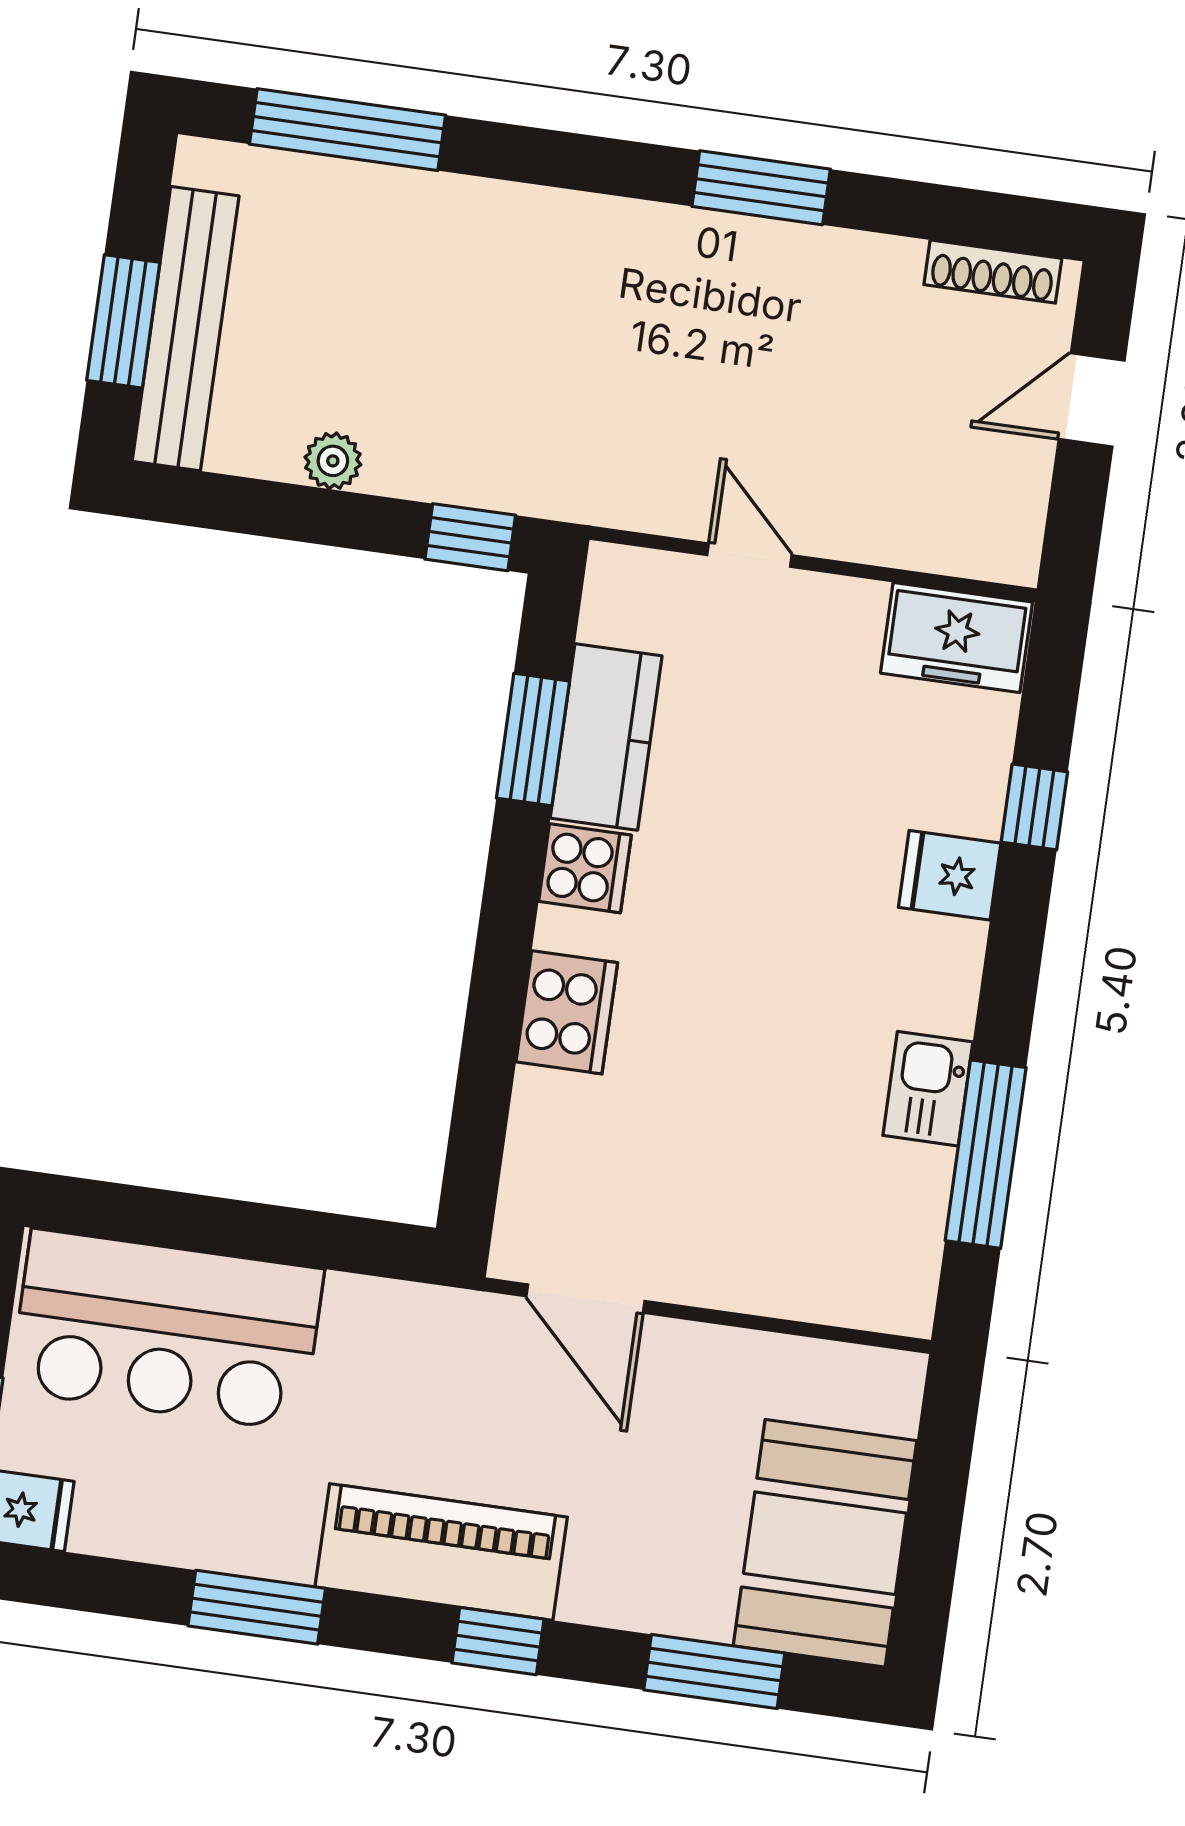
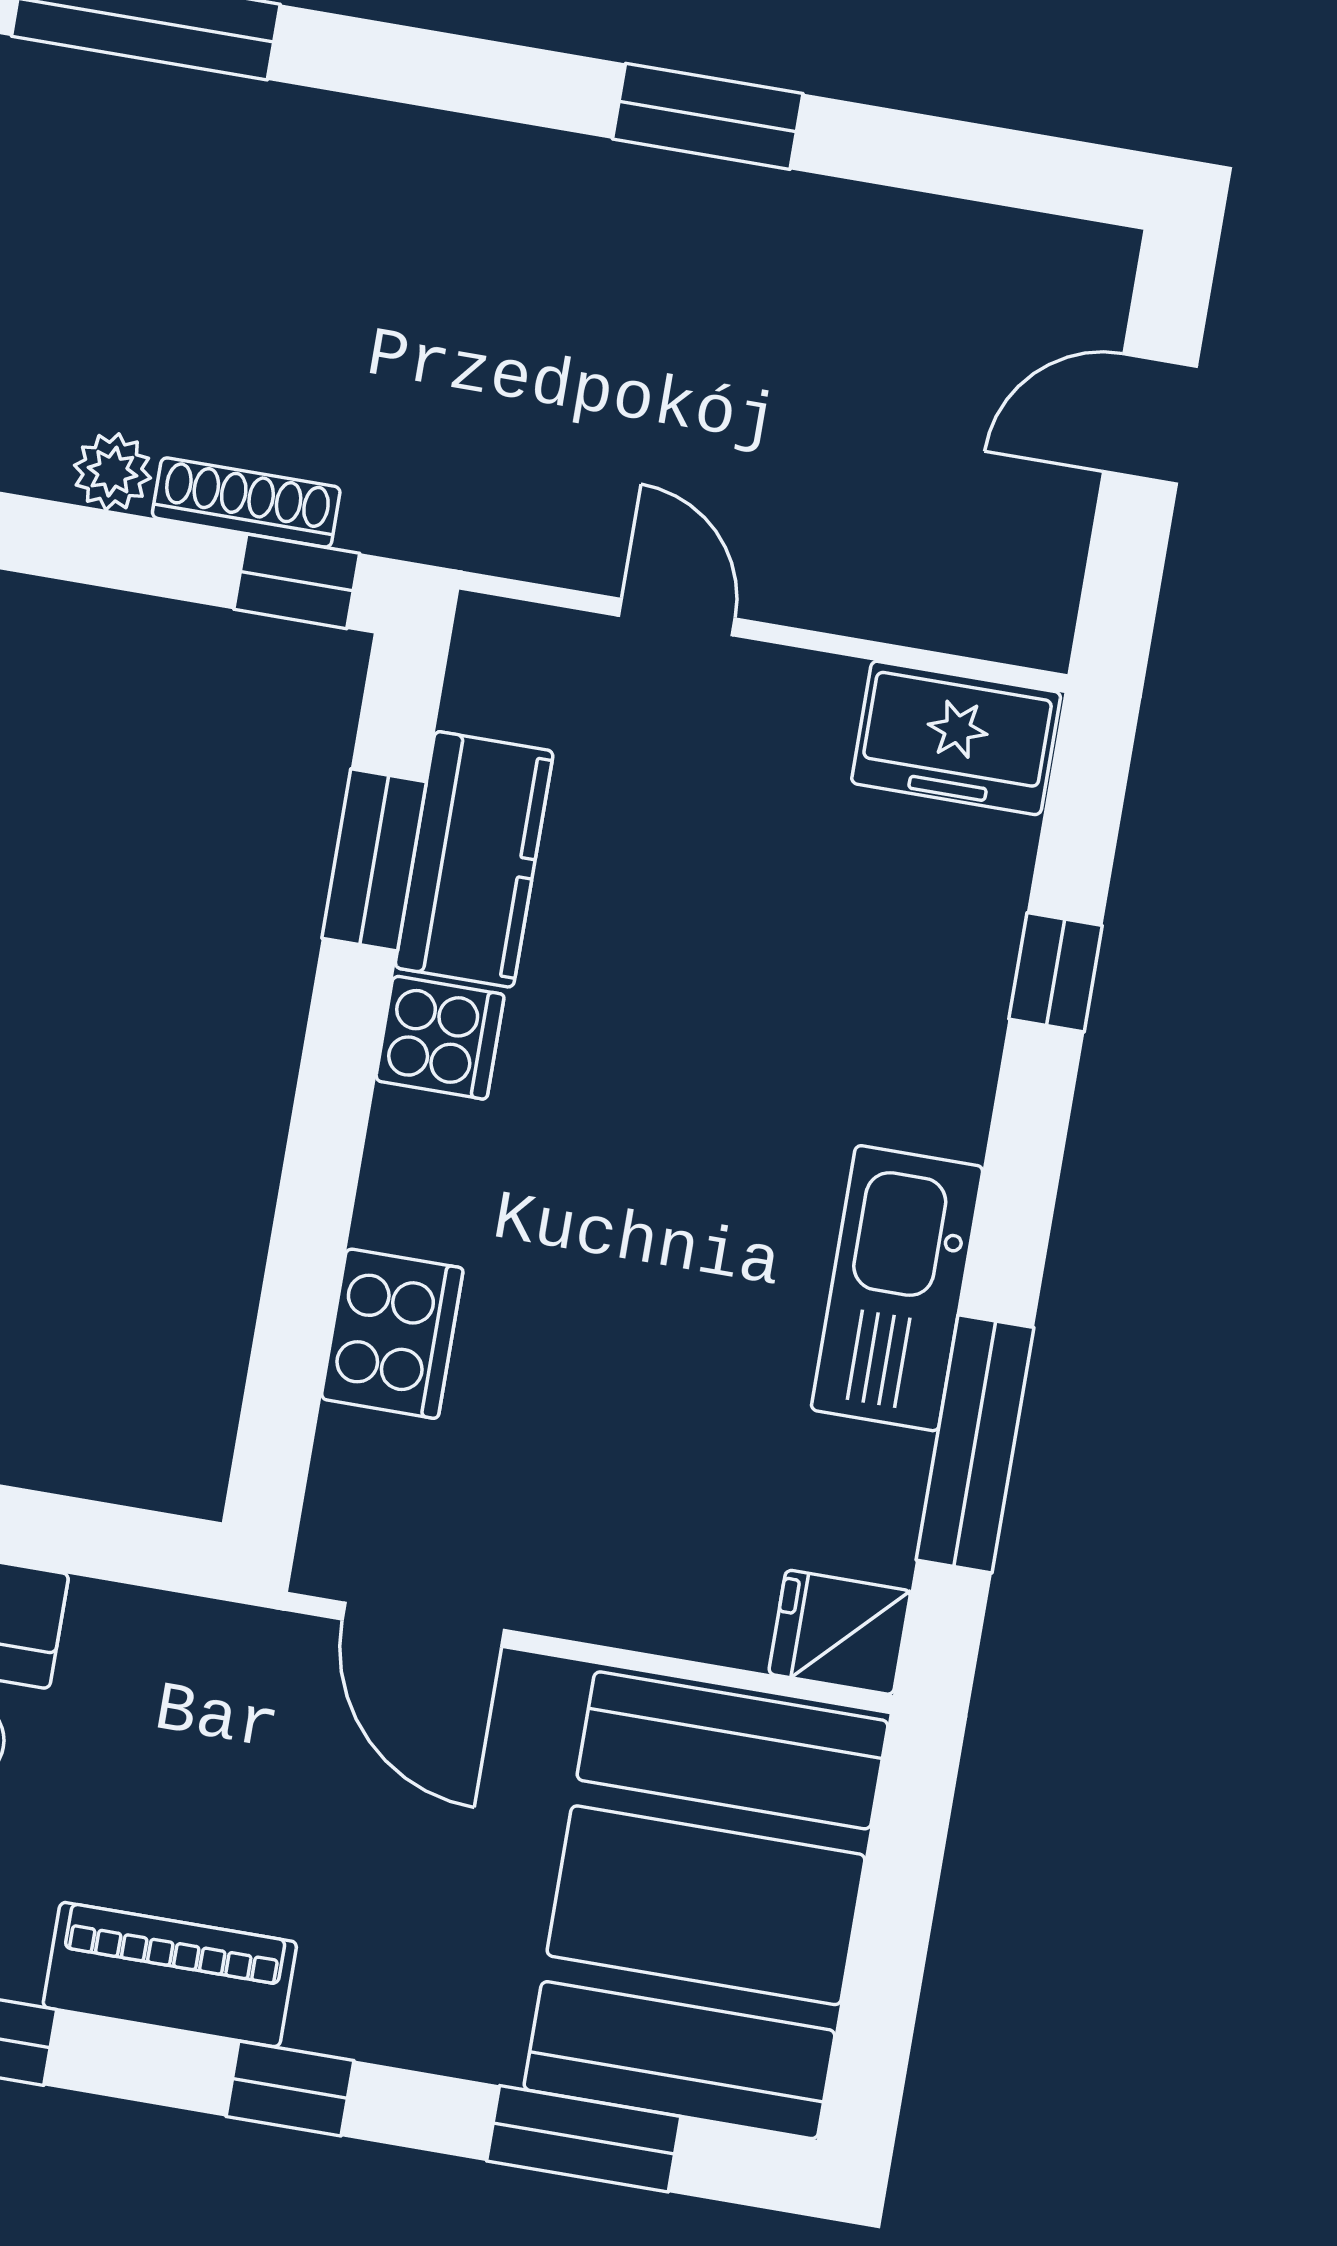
shoe rack: (993, 272) -> (246, 502), moved, turned 180
fridge: (950, 875) -> (840, 1632), moved
cooker: (567, 1012) -> (392, 1334), moved
kitchen sink: (928, 1089) -> (897, 1288), width x1.87, depth x1.24
booth: (825, 1543) -> (706, 1905), width x1.36, depth x1.42
piano: (441, 1552) -> (170, 1975), width x0.73, depth x0.75

